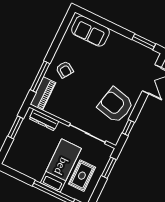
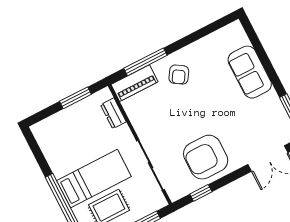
sofa: (90, 31) -> (250, 72), moved
armchair: (115, 105) -> (206, 157), turned -103
dresser: (44, 120) -> (113, 113), width x0.70

